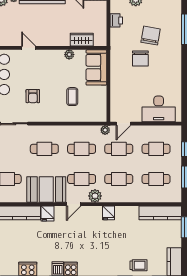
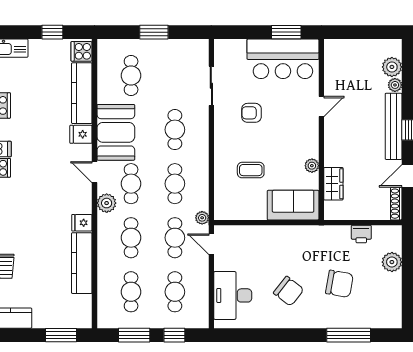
chair: (140, 58) -> (289, 291), moved, turned -142
kitchen counter: (160, 213) -> (82, 263), moved

